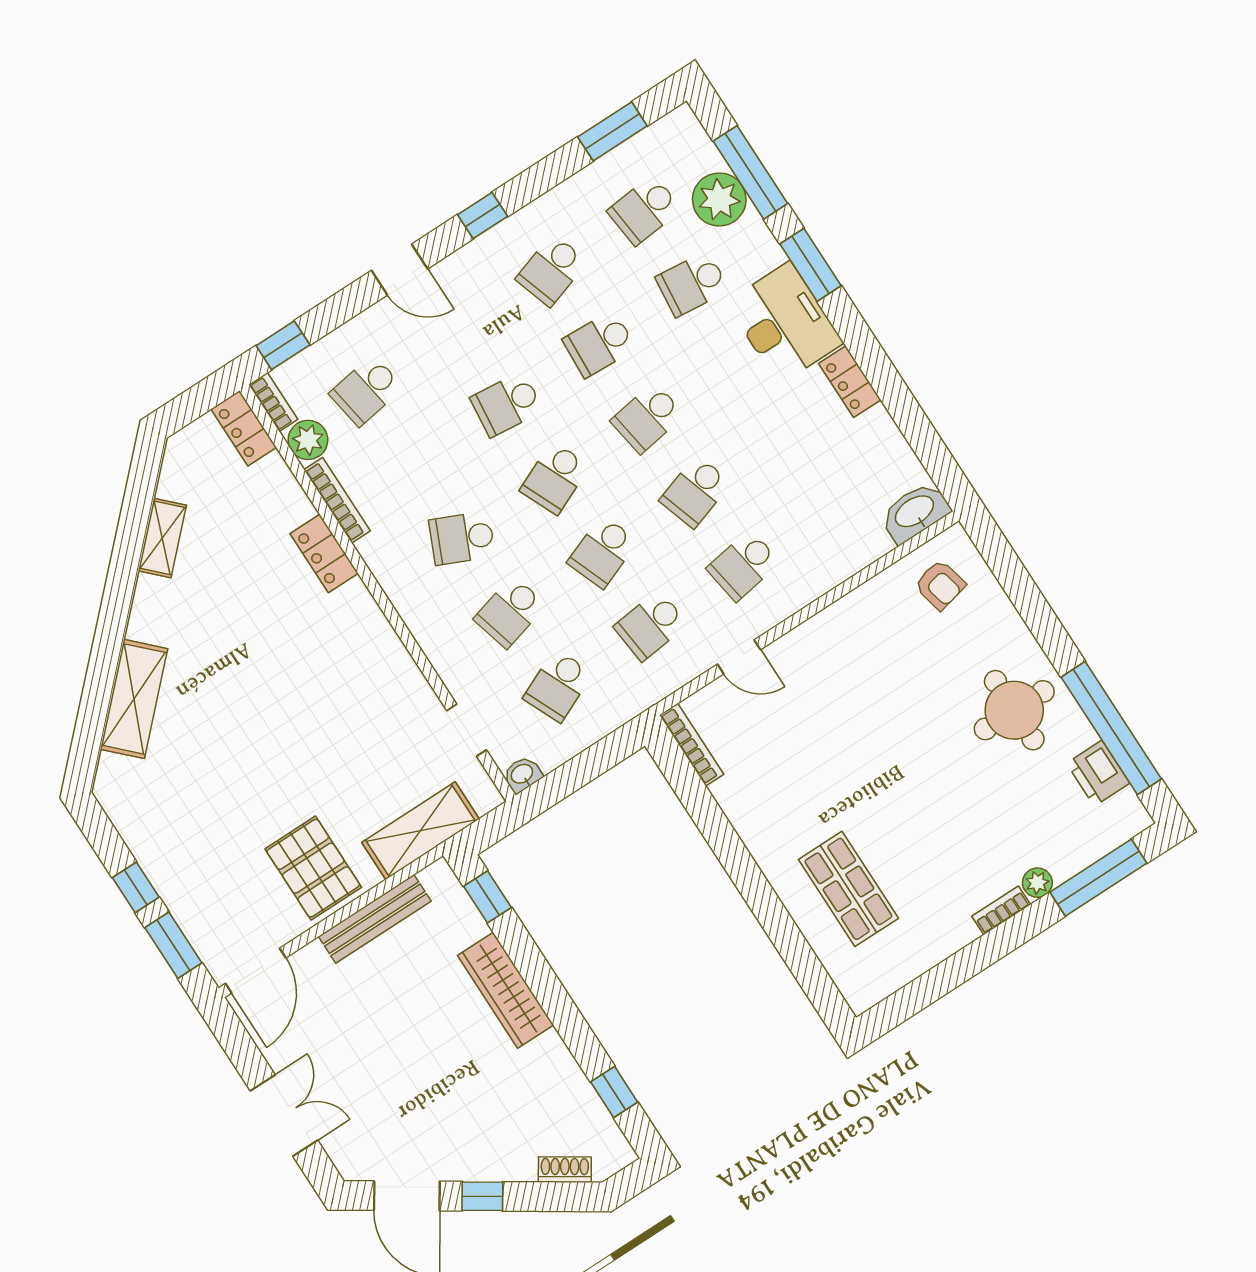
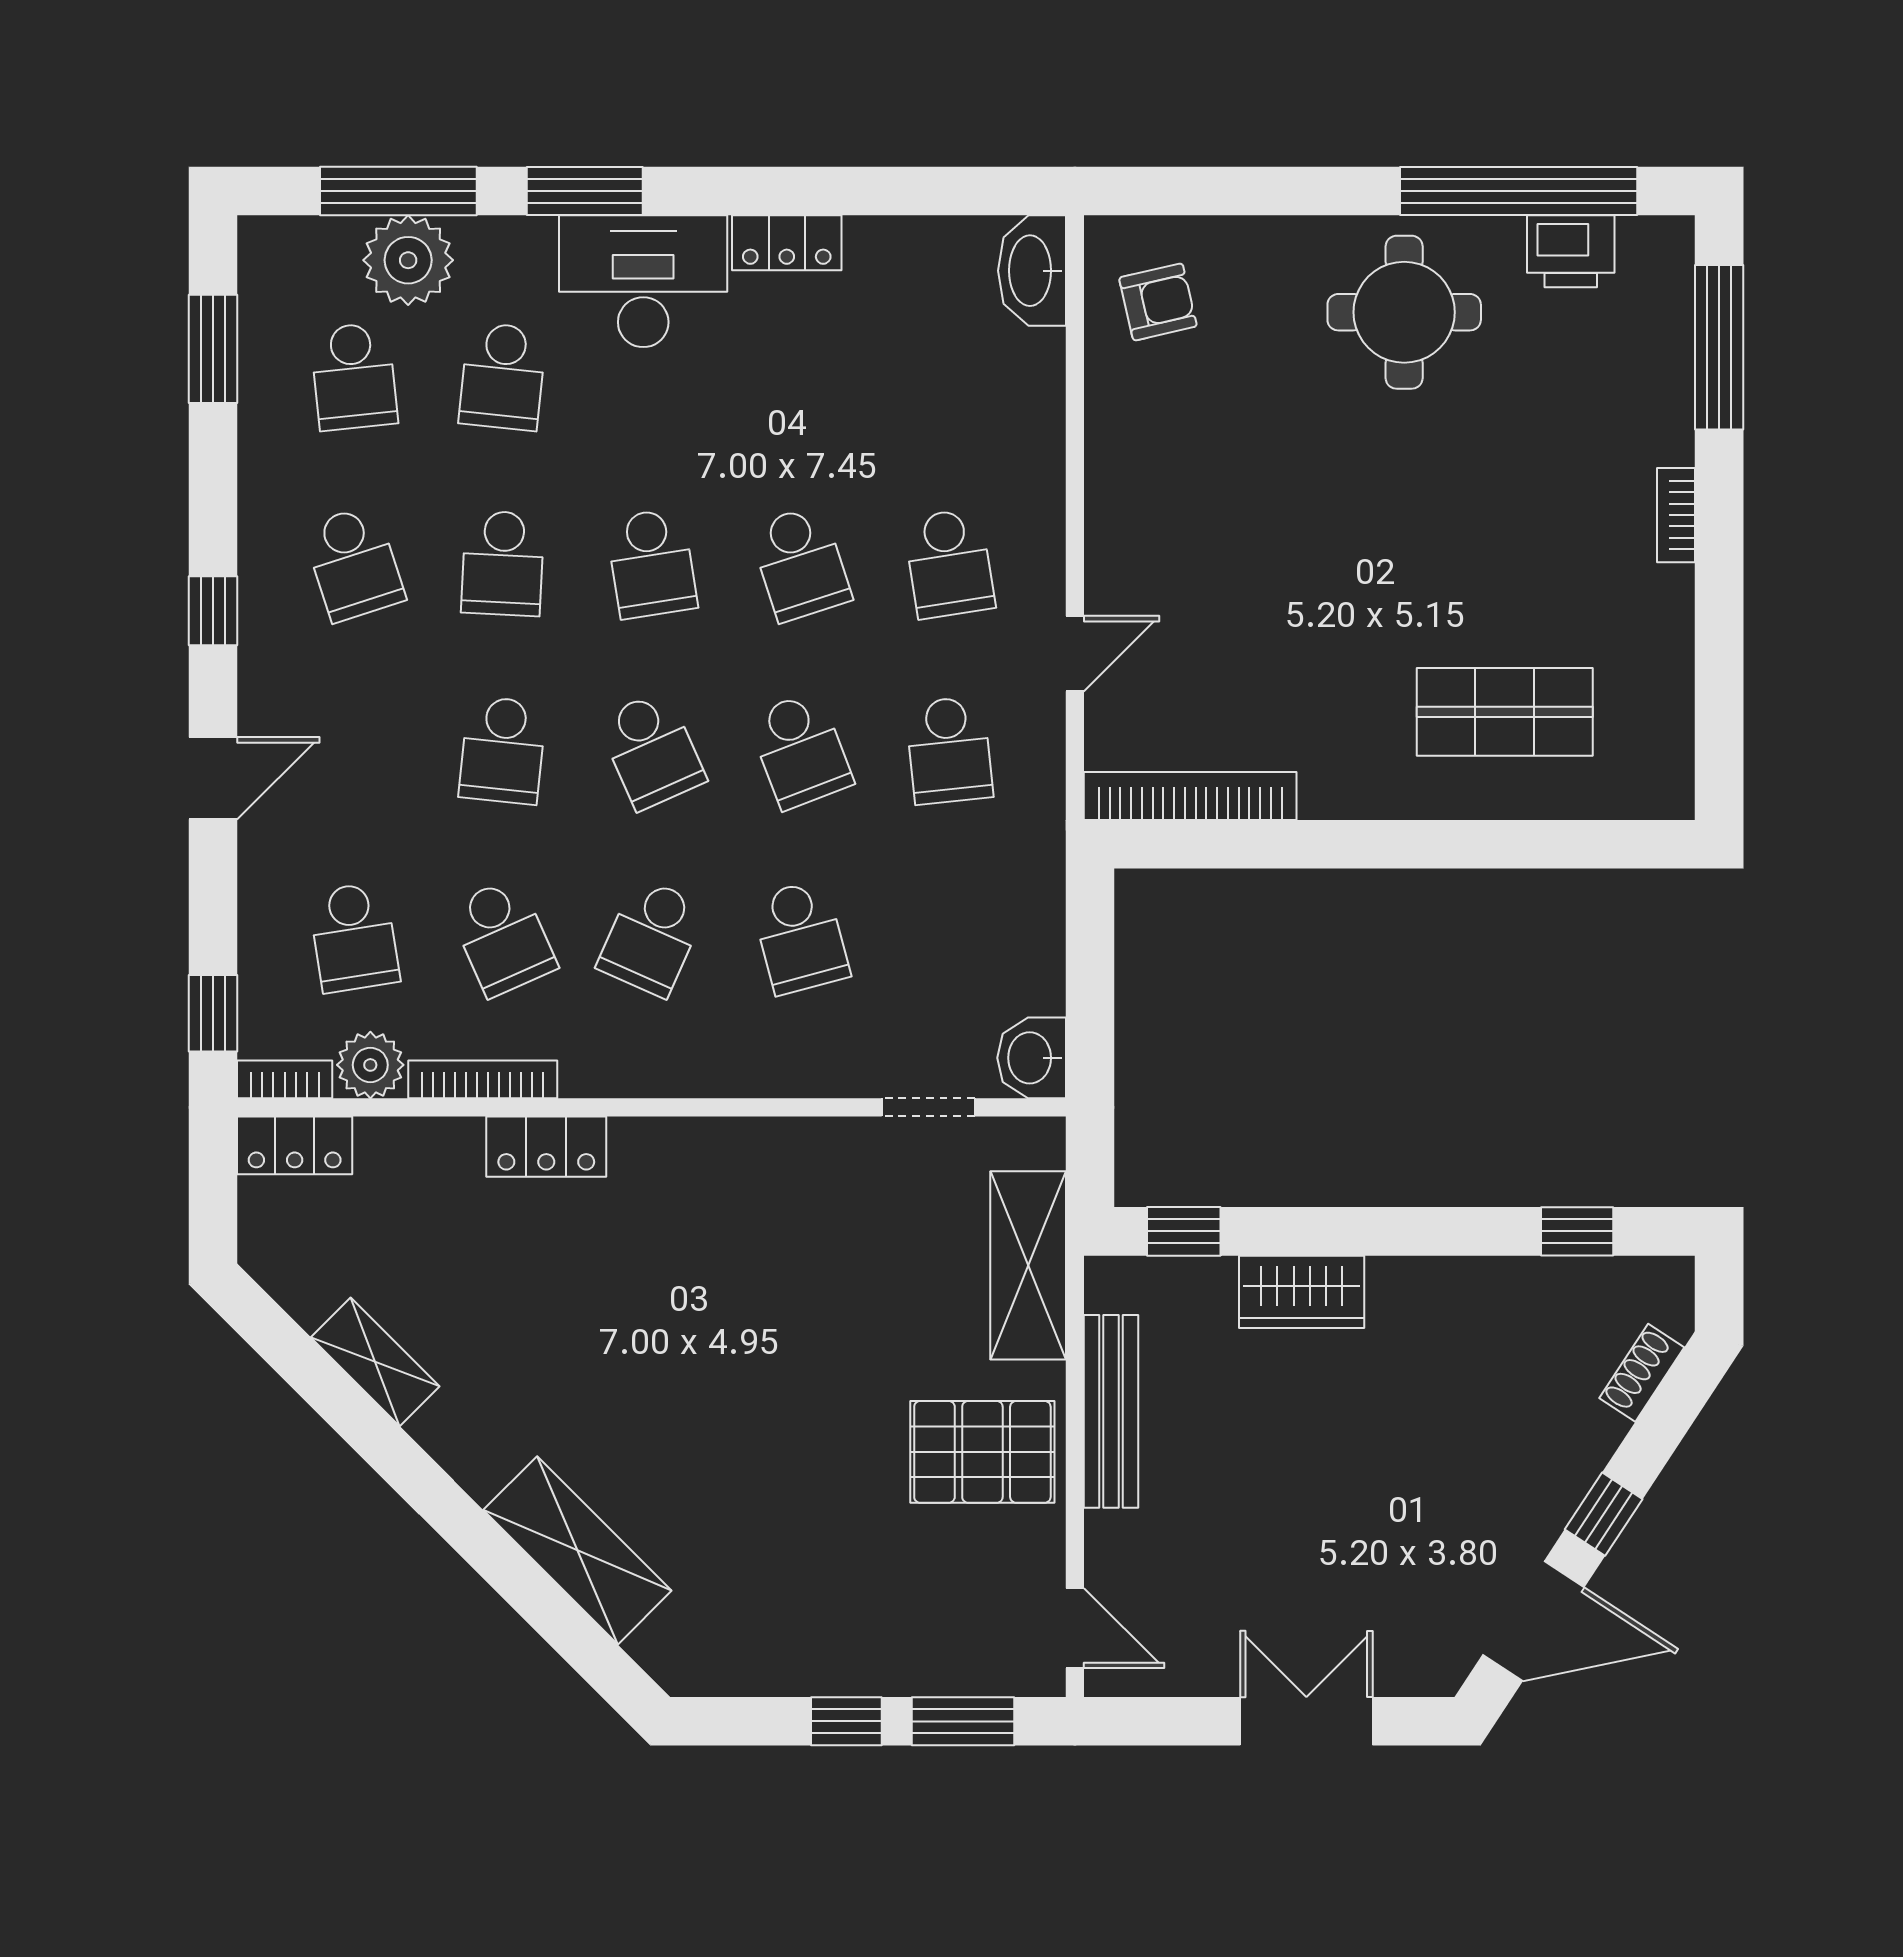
school desk: (558, 686) -> (503, 937), moved
bookcase: (692, 745) -> (1190, 796), width x1.48, depth x1.31
washbasin: (522, 774) -> (1032, 1058), width x1.38, depth x1.45
plant: (1037, 883) -> (1670, 438), removed
door: (256, 971) -> (1075, 1628), width x0.73
wardrobe: (505, 990) -> (1302, 1292), width x0.67

